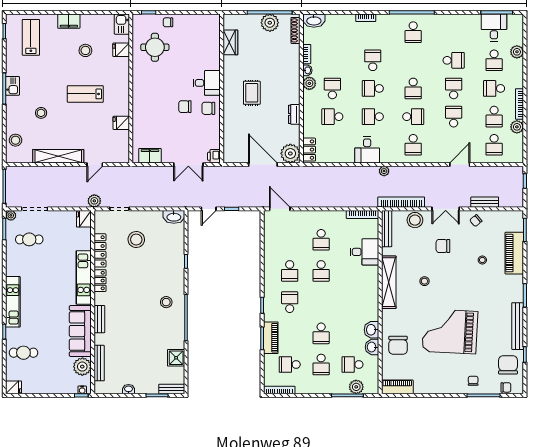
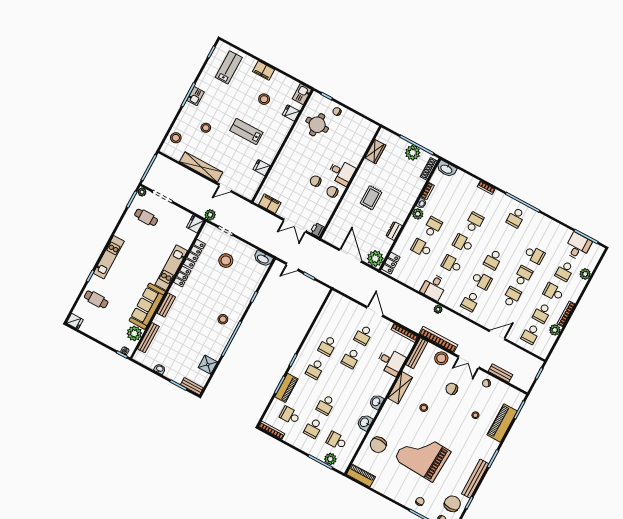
door: (280, 209) -> (375, 312), moved
shelving: (389, 282) -> (400, 388), width x0.68
school desk: (290, 302) -> (315, 369), turned 180
washbasin: (372, 347) -> (376, 402), moved

